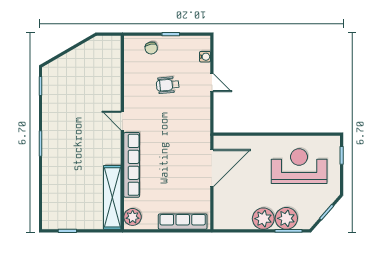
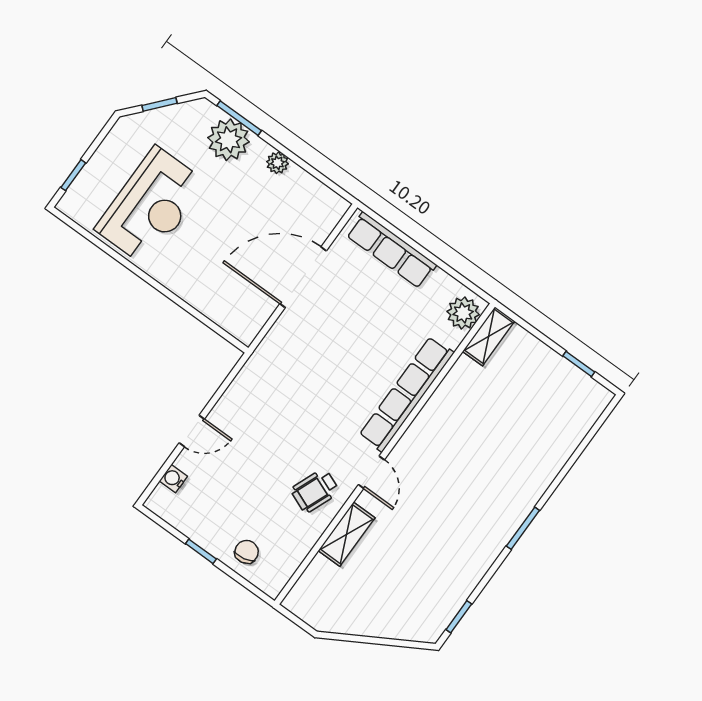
door: (212, 83) -> (192, 431), swing flipped
wheelchair: (168, 85) -> (315, 491), moved, turned 117
shelving: (114, 86) -> (347, 534), added
reception desk: (299, 166) -> (151, 206), turned -90
door: (212, 168) -> (303, 277), moved
shelving: (112, 197) -> (489, 336), width x0.45, depth x0.75
plant: (263, 219) -> (277, 163), width x0.53, depth x0.53

